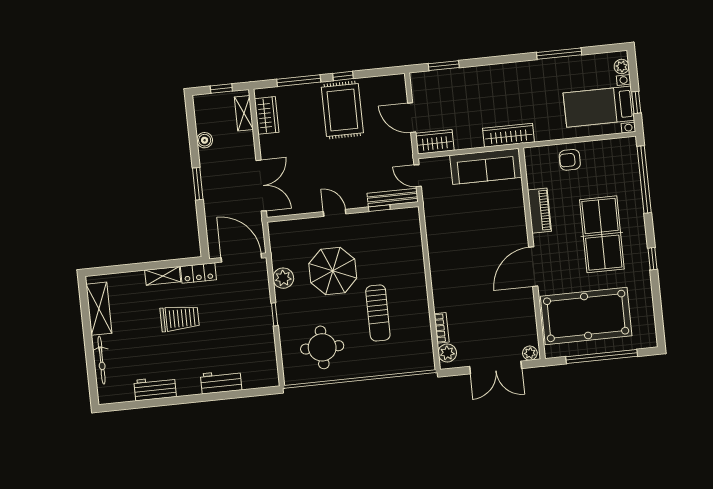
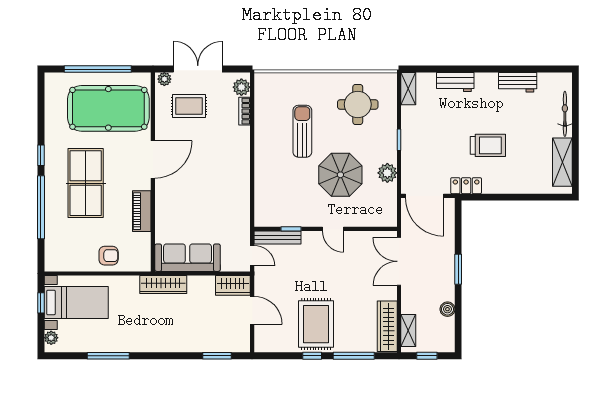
wardrobe: (267, 115) -> (387, 326), width x1.50
window: (644, 179) -> (41, 207), moved
shelving: (163, 276) -> (408, 89), moved, turned 90
trolley: (180, 318) -> (488, 145), turned 180
rug: (501, 327) -> (189, 106), added

